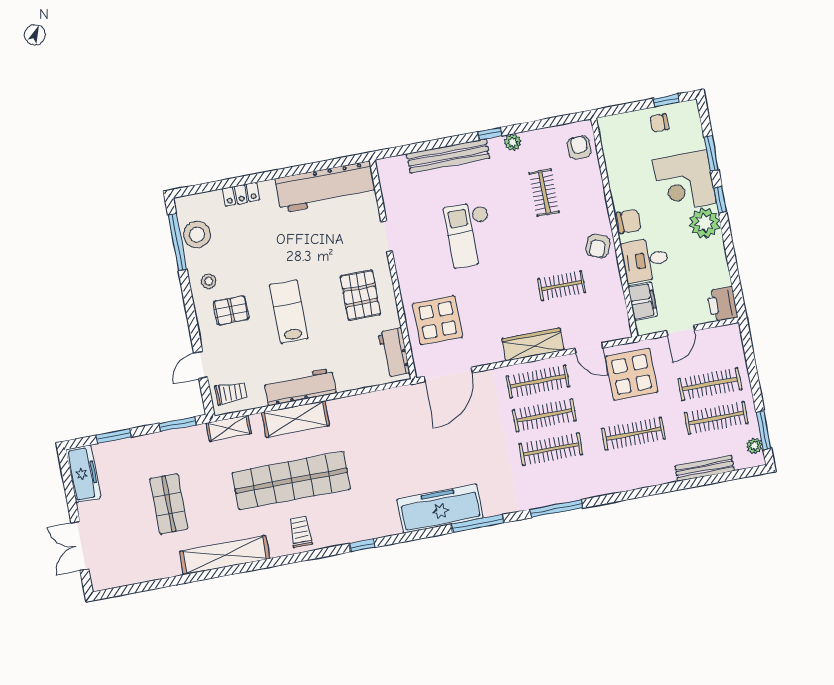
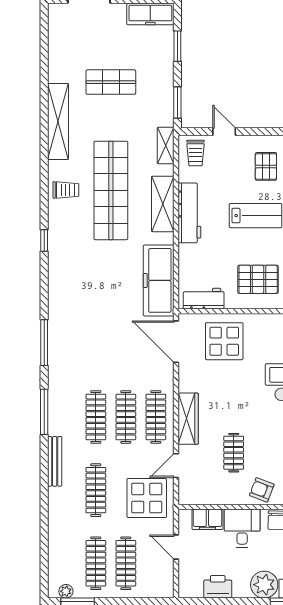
printer: (722, 304) -> (218, 587), moved
bench: (705, 468) -> (55, 461), moved
freezer: (440, 509) -> (159, 280), moved, turned 180

